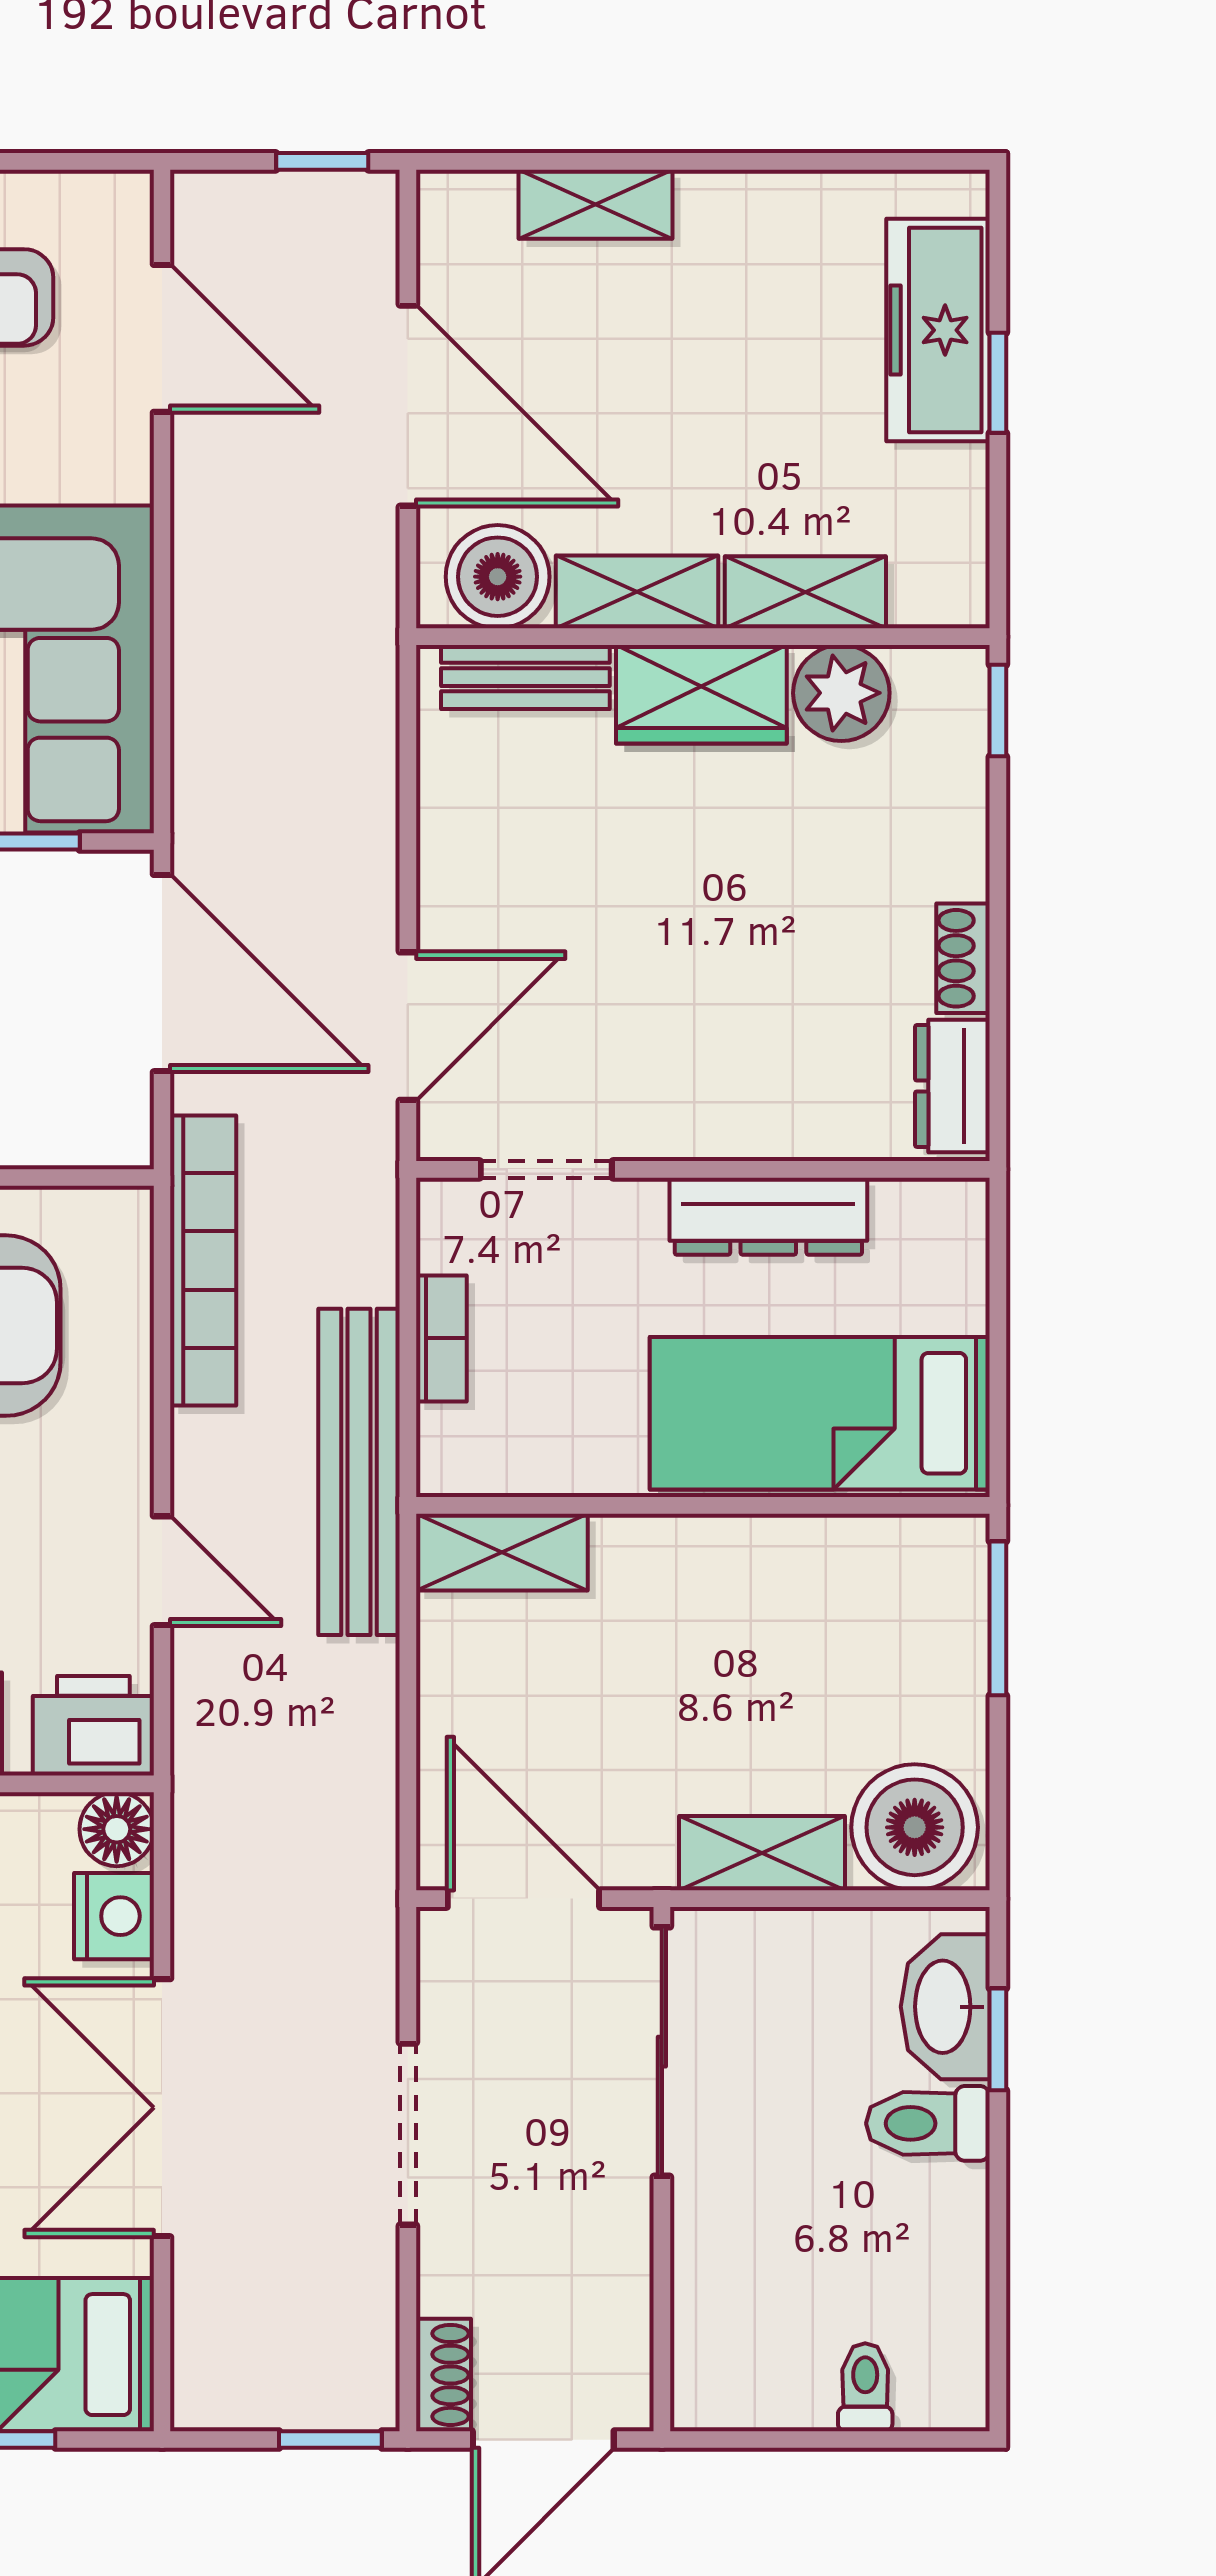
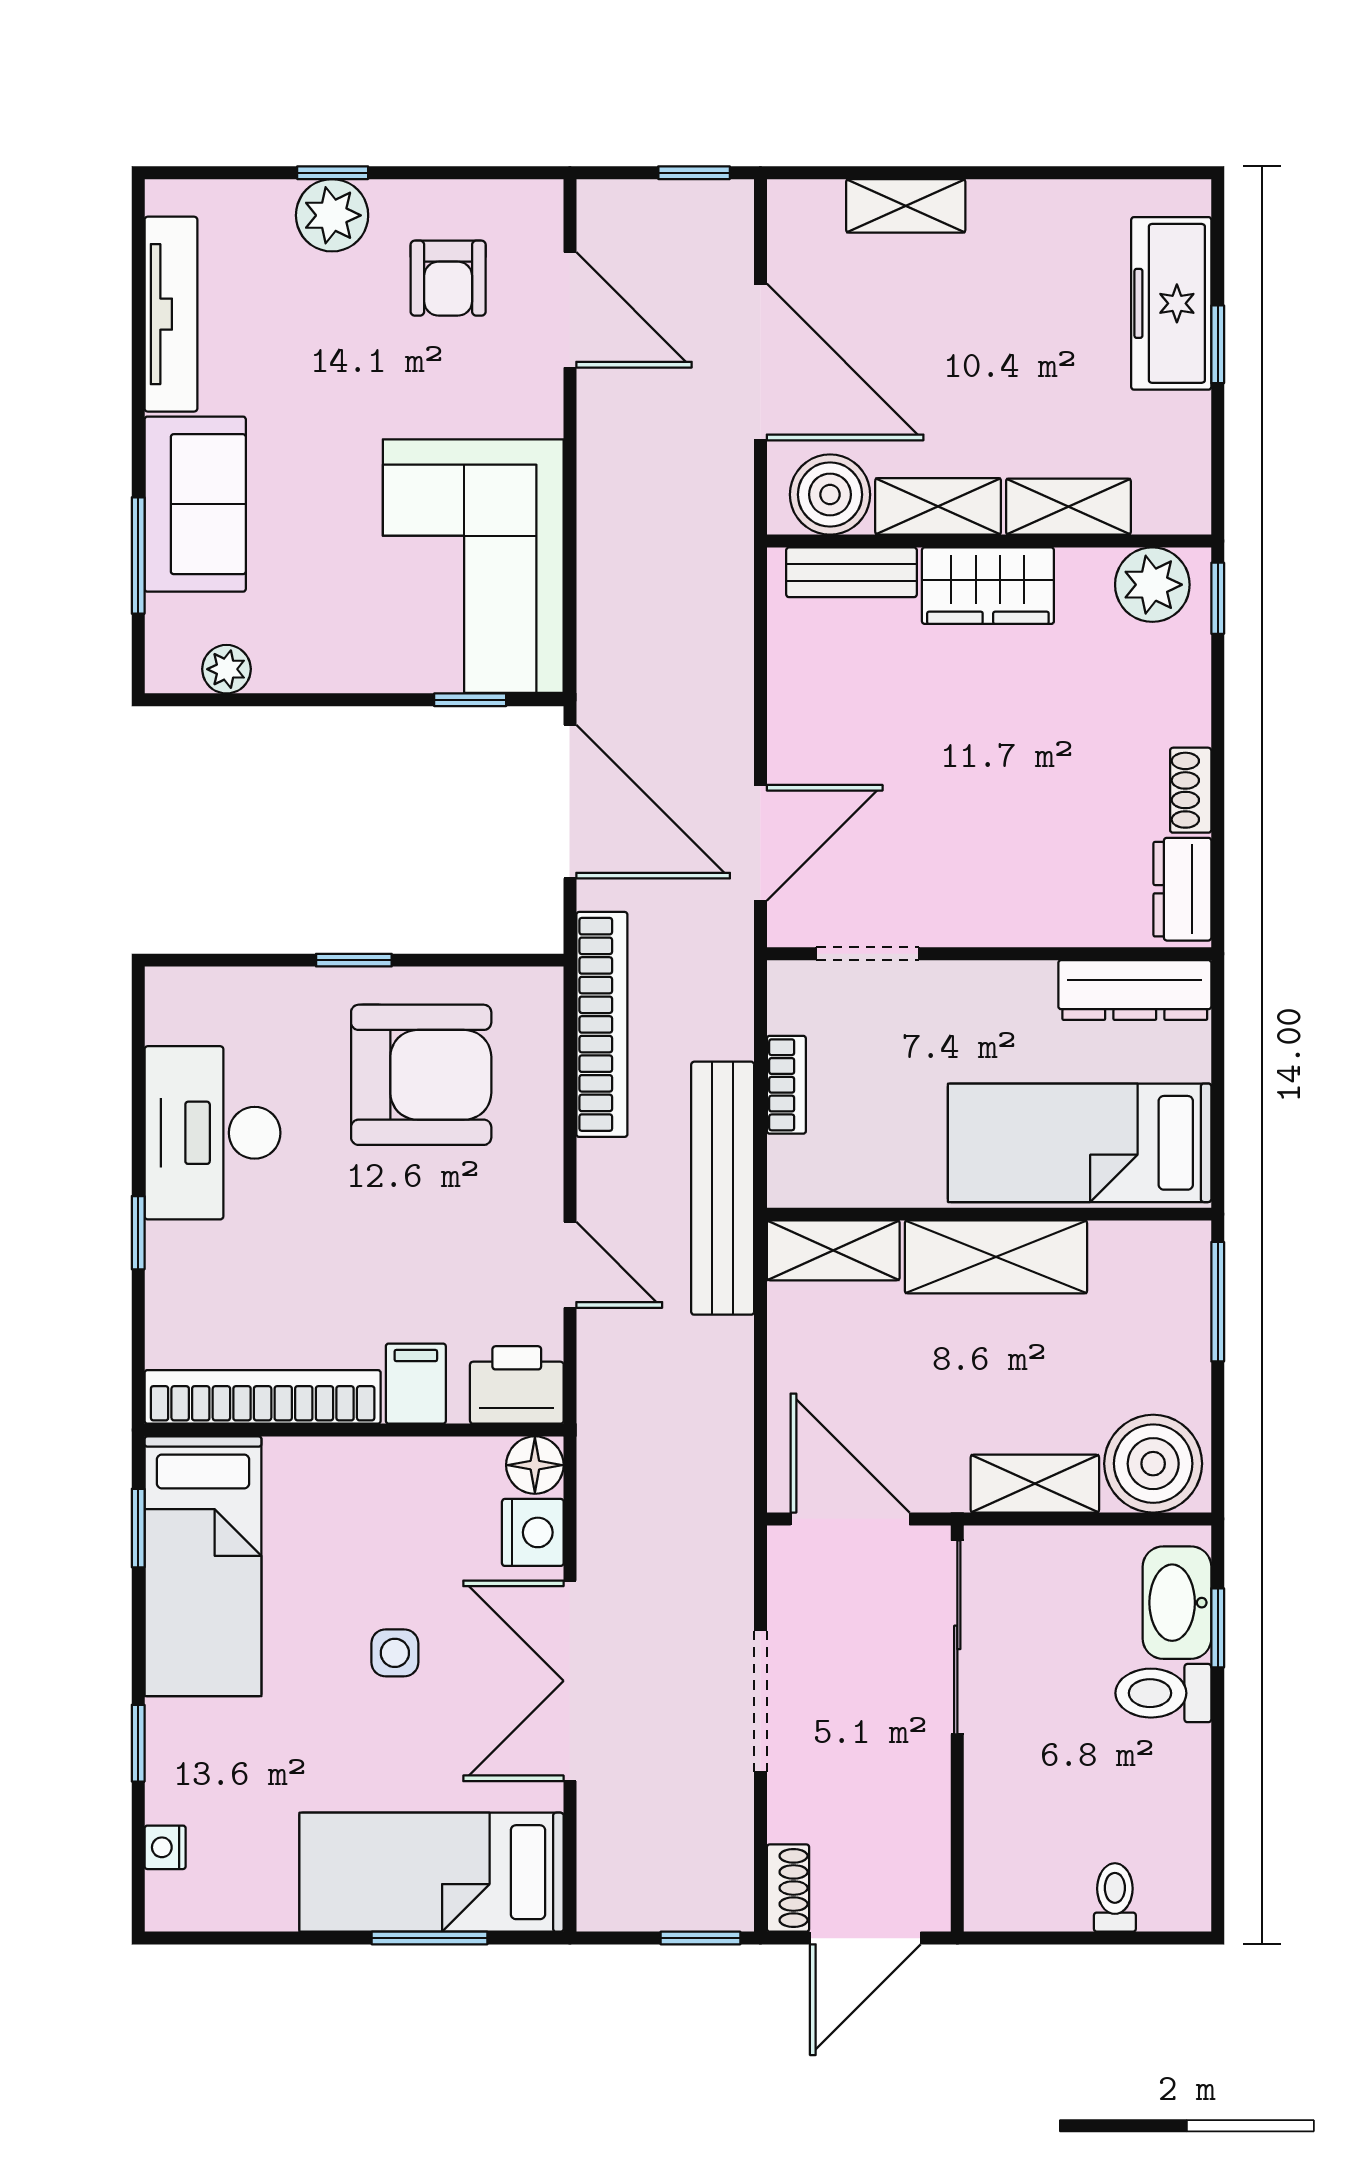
plant: (841, 693) -> (1152, 585), moved
dresser: (768, 1216) -> (1135, 990), moved
shelving: (712, 1561) -> (996, 1257), added

